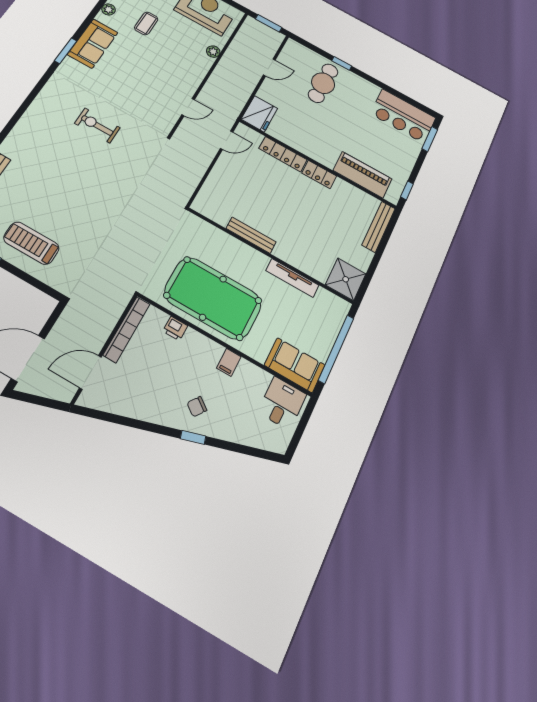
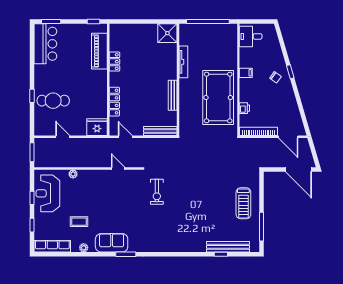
exercise bike: (97, 125) -> (157, 192), moved
locker: (319, 175) -> (114, 62), moved
bench: (379, 227) -> (160, 131), moved
sofa: (295, 365) -> (228, 39), removed

